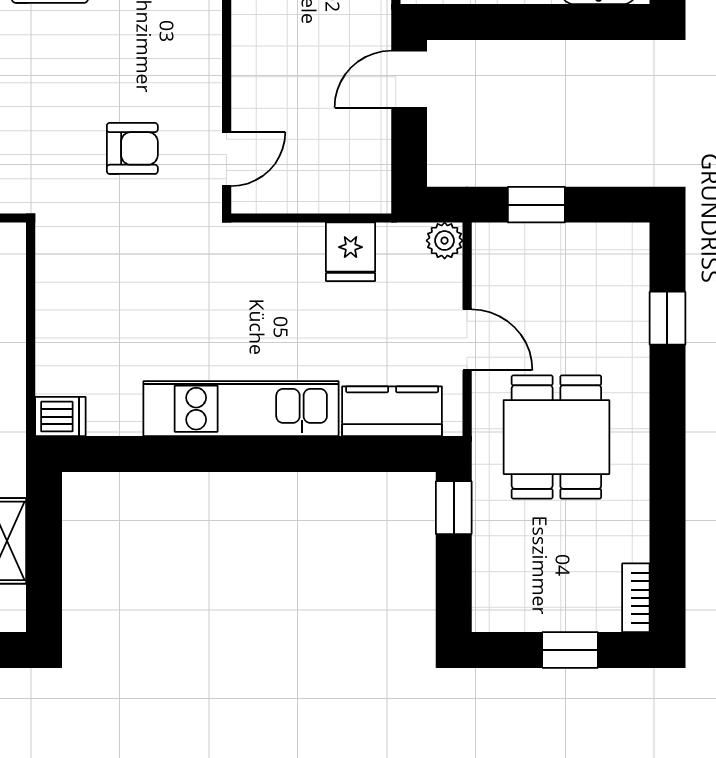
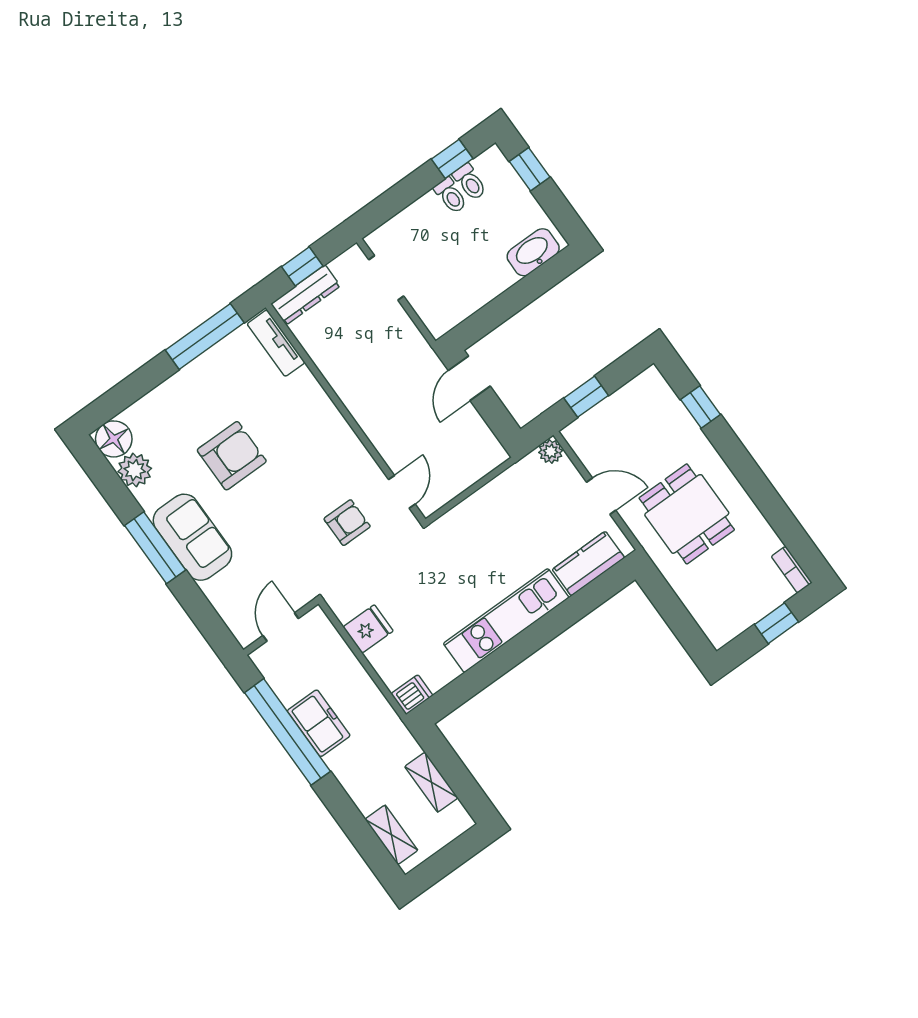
fridge: (351, 252) -> (368, 629), moved, turned -90
window: (454, 508) -> (659, 592), removed

